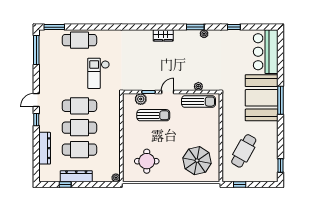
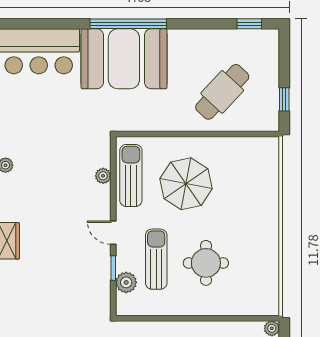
window: (281, 100) -> (128, 24), width x1.46
cafe table: (244, 151) -> (222, 92), turned -76
round table: (147, 161) -> (206, 263), moved
parasol: (197, 161) -> (186, 184), moved

